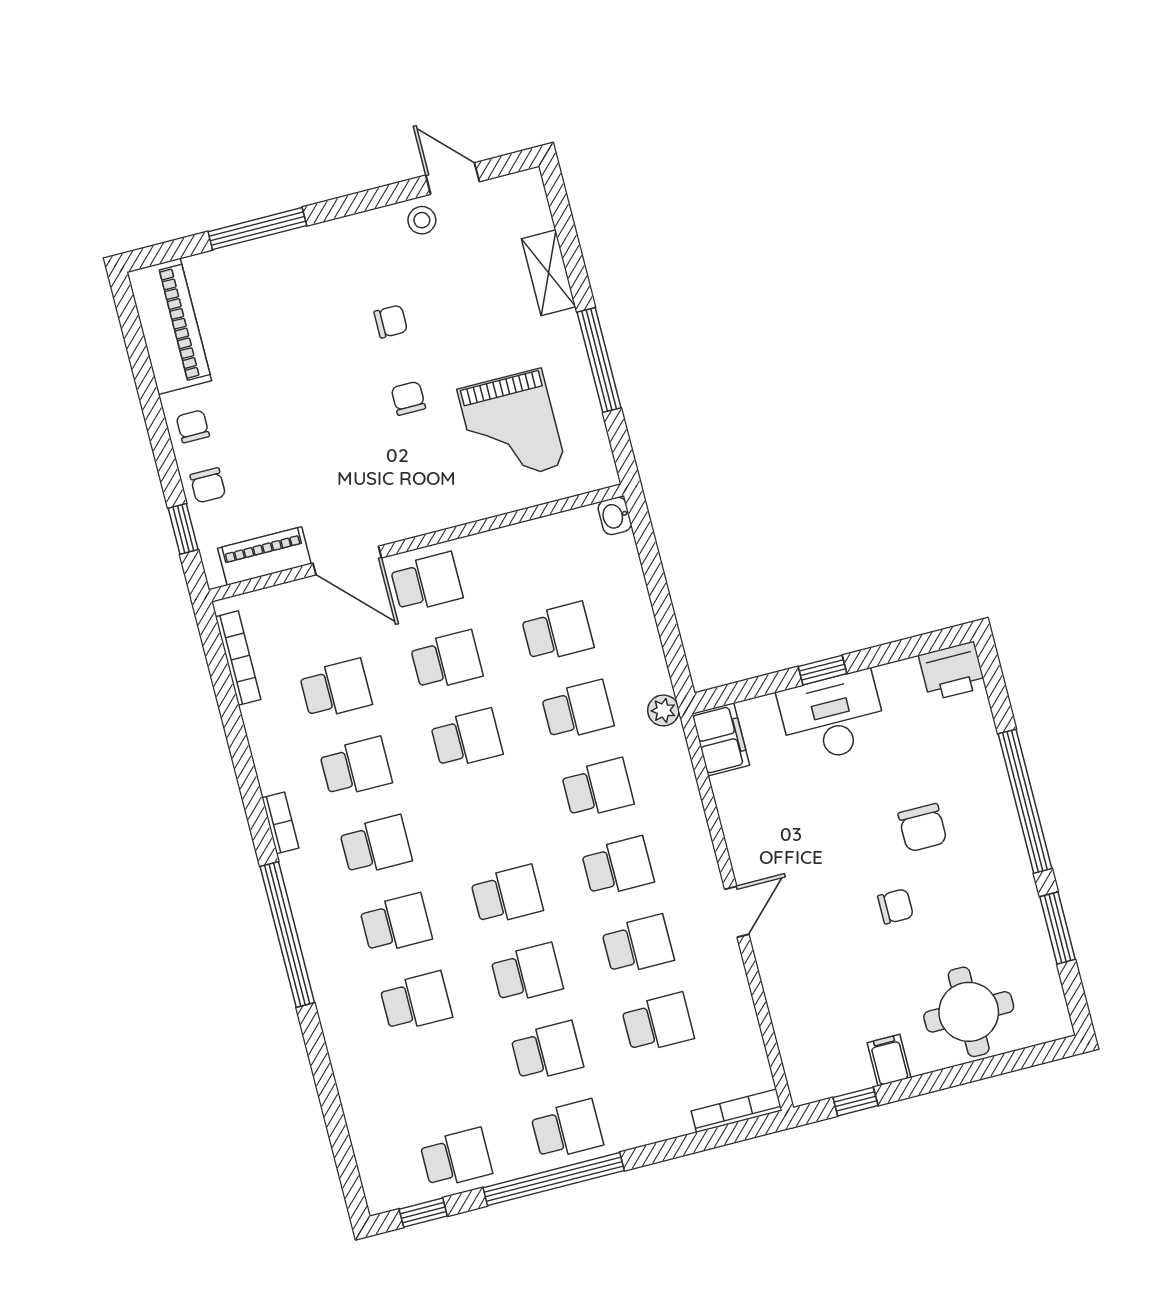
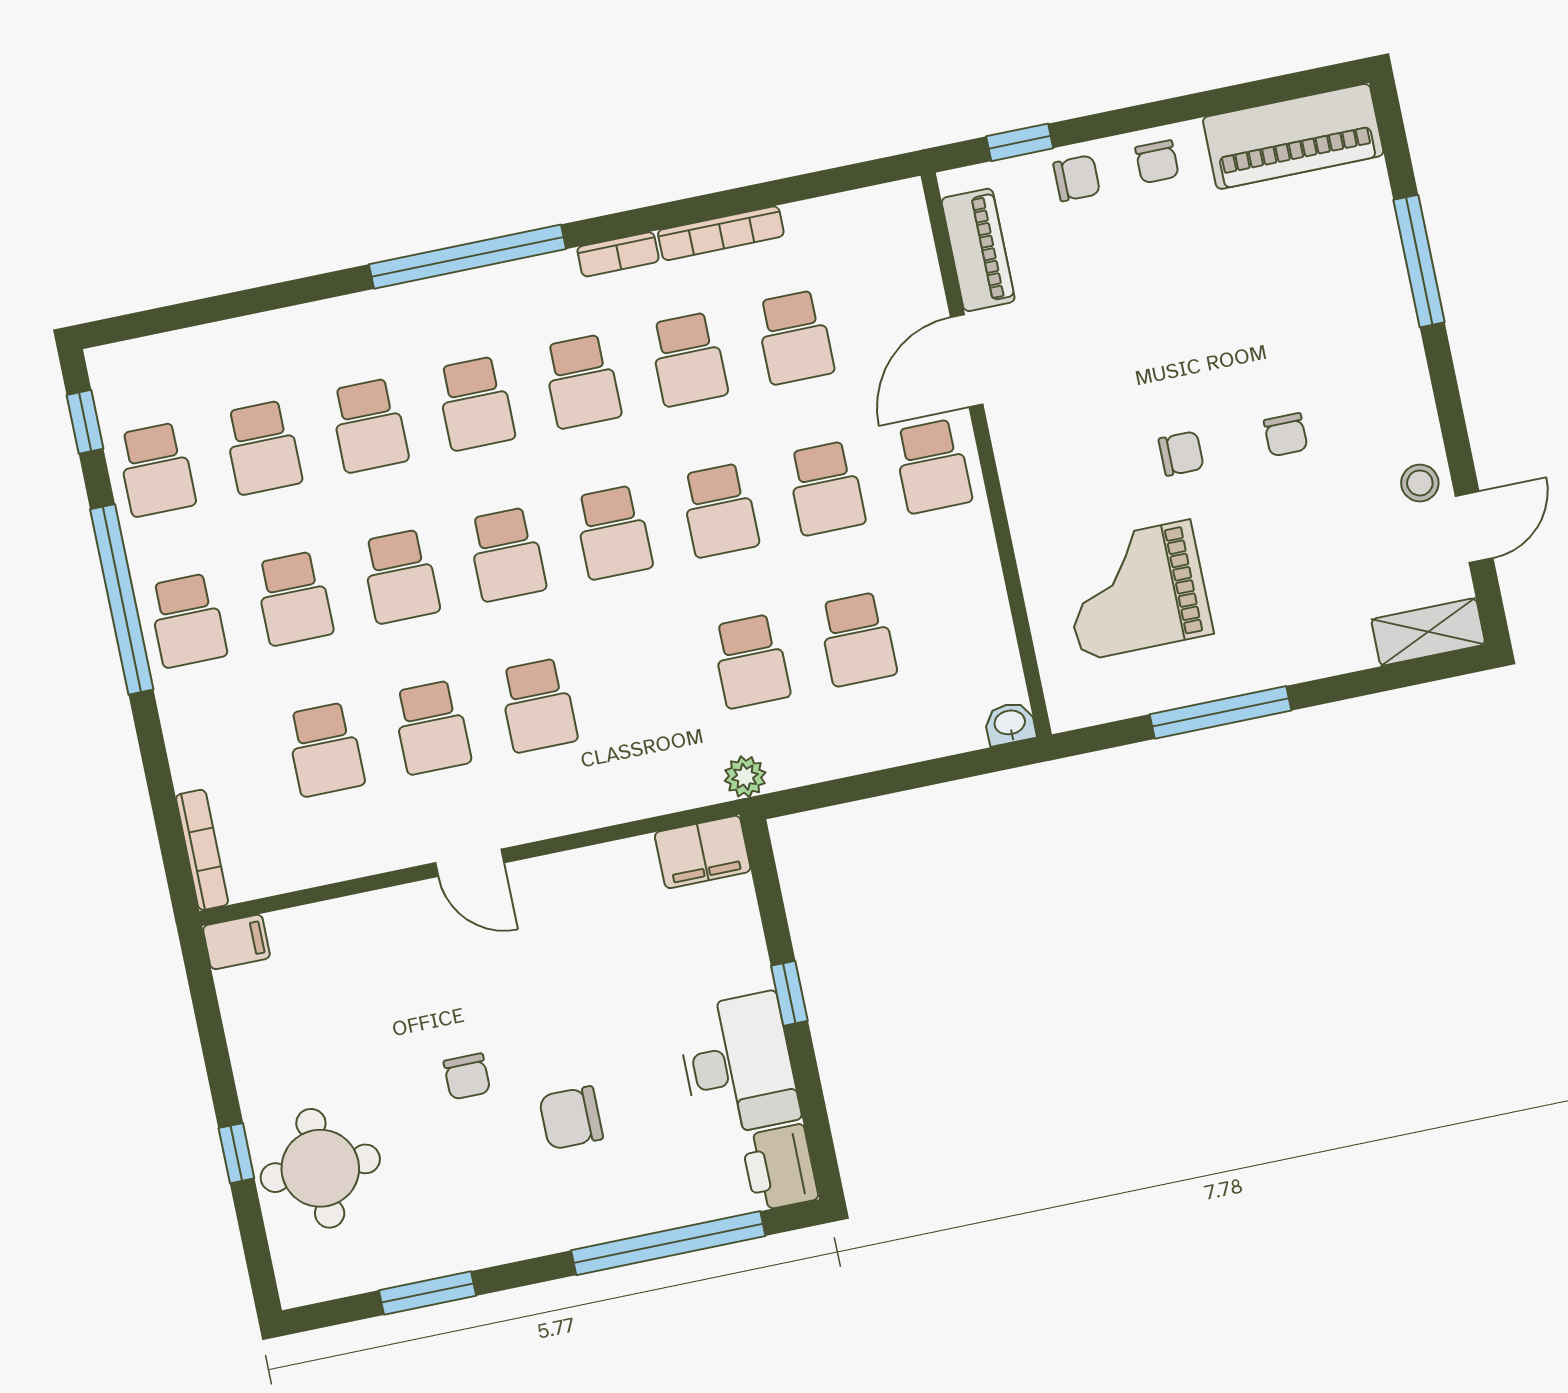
shelving: (549, 273) -> (1428, 632), moved
chair: (193, 426) -> (1157, 162), turned 90
chair: (208, 485) -> (1077, 178), turned 180
bookcase: (238, 658) -> (721, 233), moved
desk: (832, 717) -> (738, 1065), moved
school desk: (598, 788) -> (613, 532), moved
window: (1025, 801) -> (668, 1243), moved
filing cabinet: (889, 1060) -> (236, 942), moved
school desk: (436, 1080) -> (263, 448), added
window: (856, 1102) -> (236, 1153), moved

